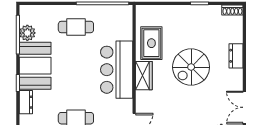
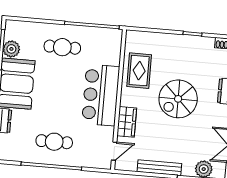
wardrobe: (144, 76) -> (127, 122), moved

